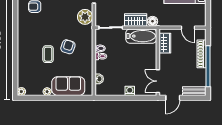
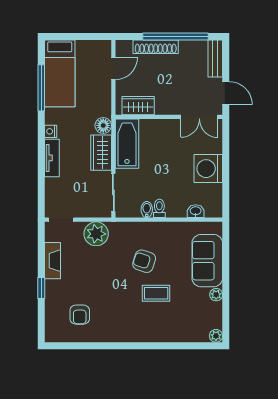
washing machine: (130, 91) -> (208, 169), width x1.89, depth x1.89

